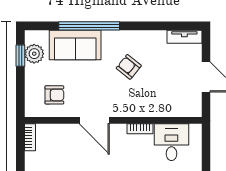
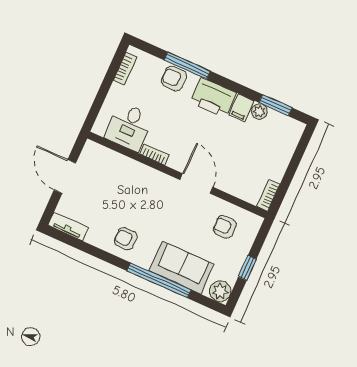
plant: (34, 54) -> (220, 291), moved
window: (20, 56) -> (247, 268), moved
armchair: (129, 67) -> (126, 239), moved, turned 141

